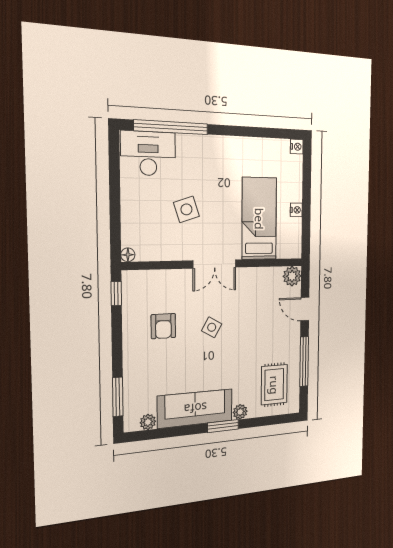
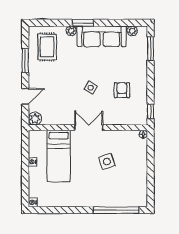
desk: (148, 153) -> (130, 194), removed
door: (305, 309) -> (25, 96), hinge flipped
window: (304, 362) -> (25, 61), width x0.69

